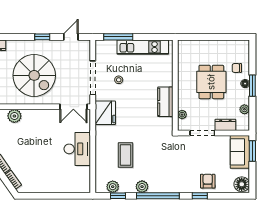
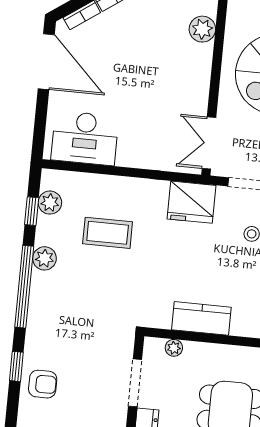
desk: (77, 149) -> (85, 138), moved
door: (39, 196) -> (46, 62), added

